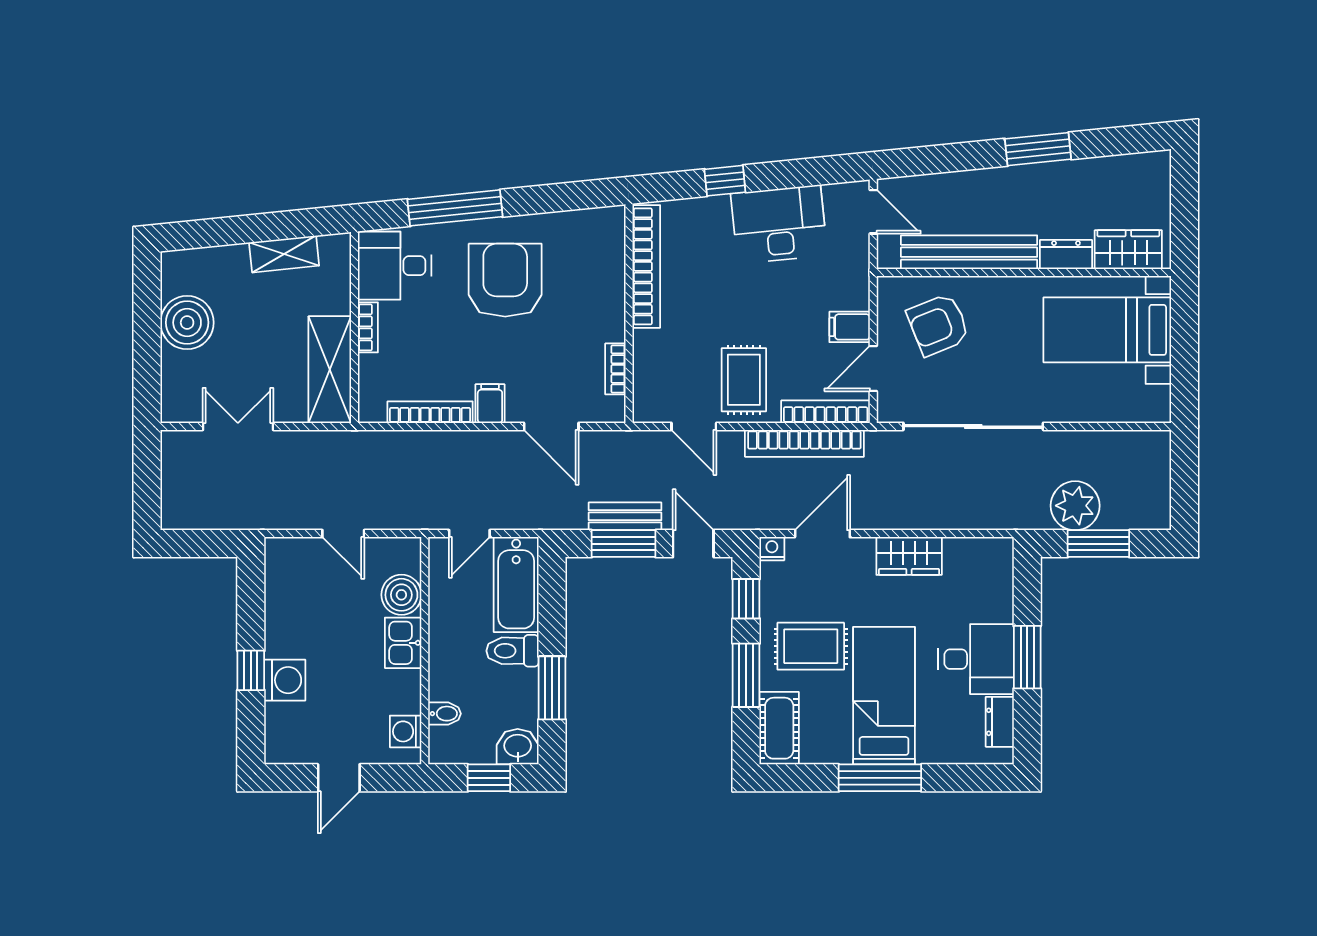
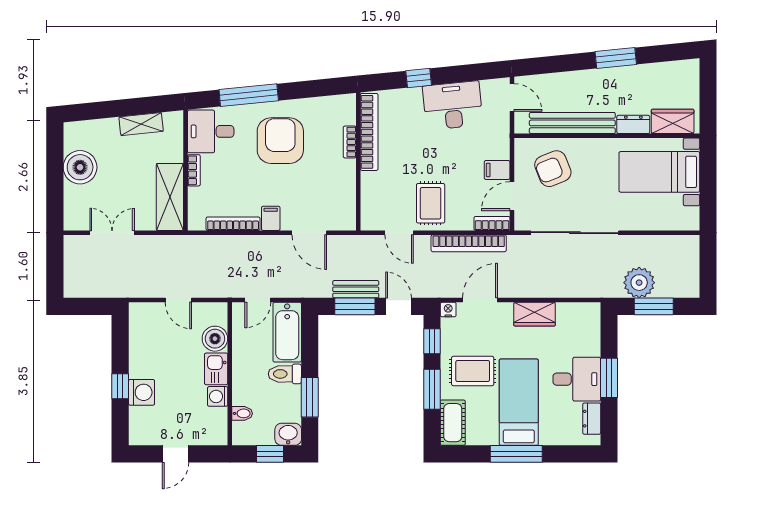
bookcase: (615, 369) -> (350, 142), moved
bookcase: (826, 412) -> (492, 223), width x0.64
washing machine: (406, 731) -> (218, 396), moved

